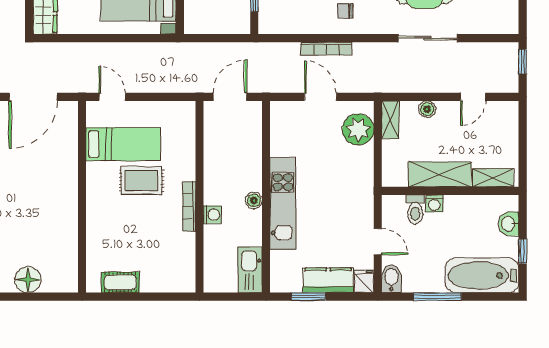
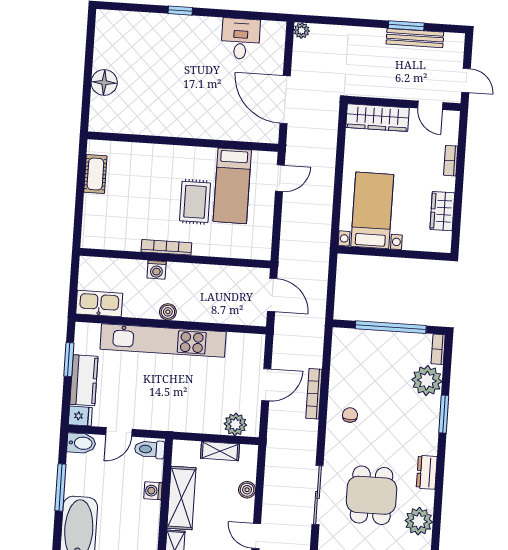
shelving: (390, 120) -> (220, 451), moved
plant: (358, 129) -> (235, 424), width x0.73, depth x0.73
kitchen unit: (283, 203) -> (163, 340), width x1.36
toilet: (415, 210) -> (150, 449), moved

